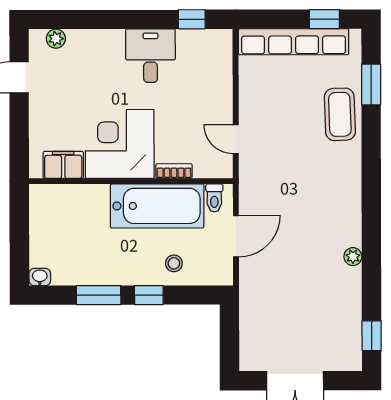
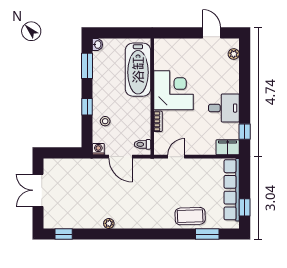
filing cabinet: (63, 165) -> (228, 147), moved, turned -90
bathtub: (157, 206) -> (138, 70), moved
washing machine: (223, 275) -> (98, 149), added
window: (99, 295) -> (87, 66), moved

